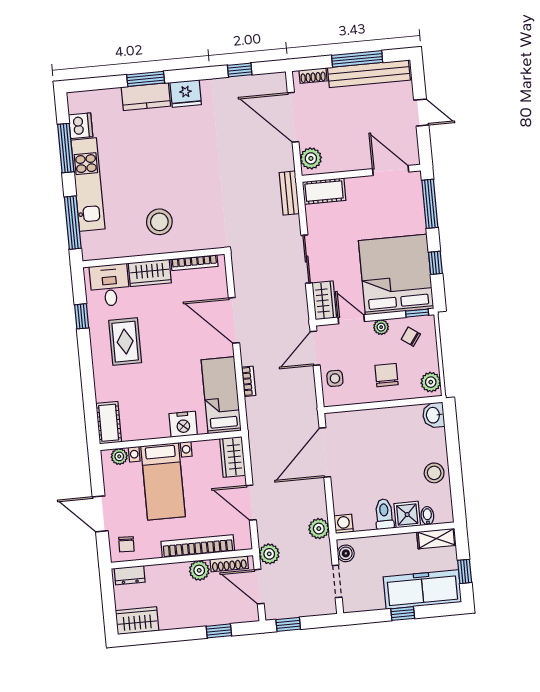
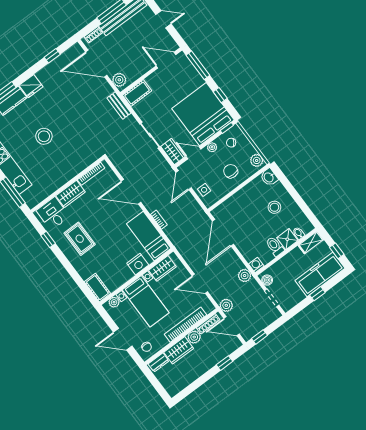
stool: (159, 222) -> (44, 136), moved
wardrobe: (233, 457) -> (162, 268), moved, turned -90
stool: (434, 473) -> (274, 207), moved
wardrobe: (137, 621) -> (179, 350), moved, turned 180

